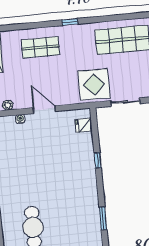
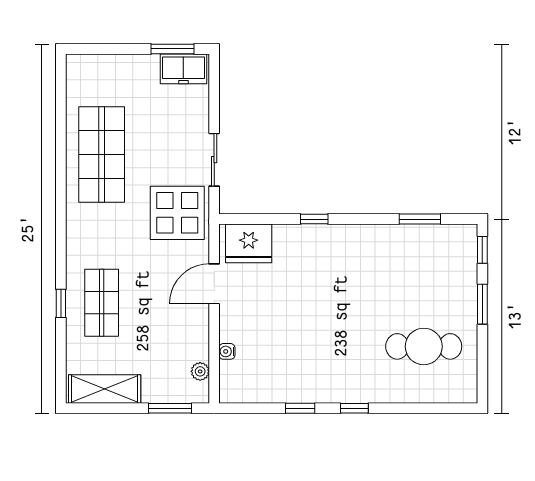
window: (70, 22) -> (61, 303), moved
door: (44, 110) -> (214, 284), moved
fridge: (84, 125) -> (249, 243), width x1.88, depth x1.34

